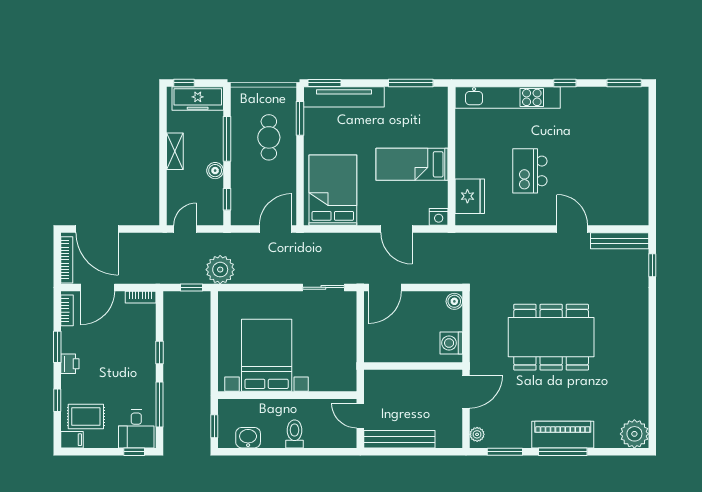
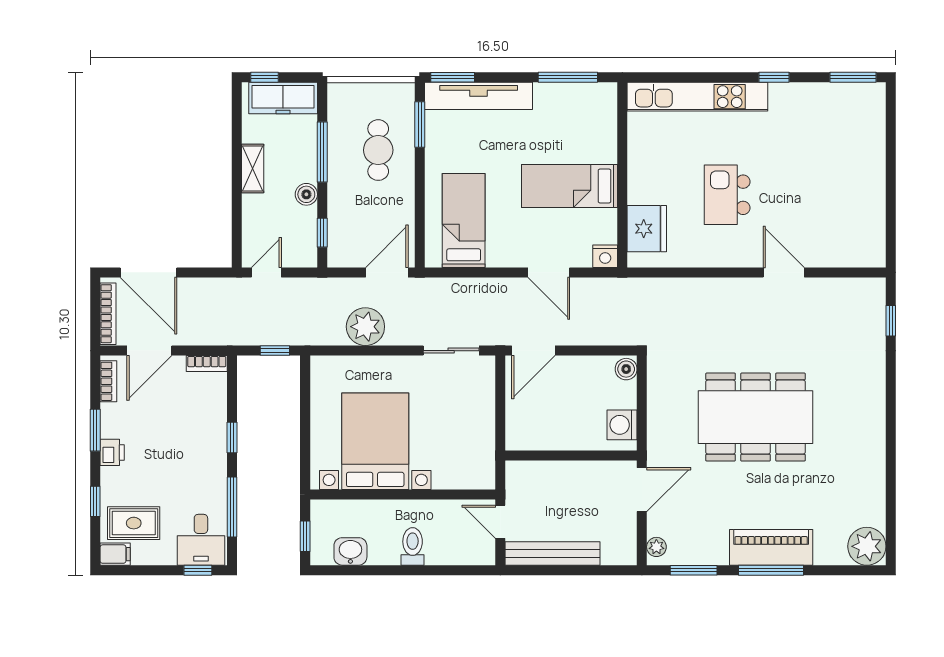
bed: (333, 190) -> (464, 220), width x0.67
bench: (620, 241) -> (847, 288), removed
plant: (220, 270) -> (365, 327), moved

